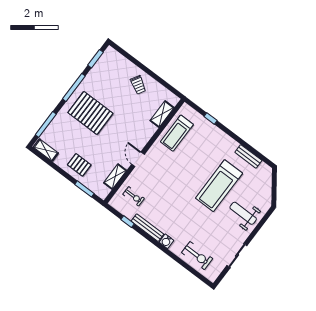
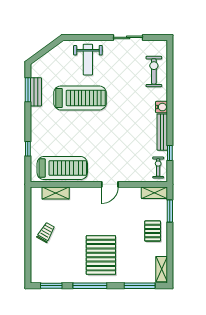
treadmill: (177, 133) -> (62, 168), width x1.37, depth x1.38
window: (254, 152) -> (28, 90), added
shelving: (115, 177) -> (154, 193), moved
exercise bike: (134, 196) -> (158, 168), moved

